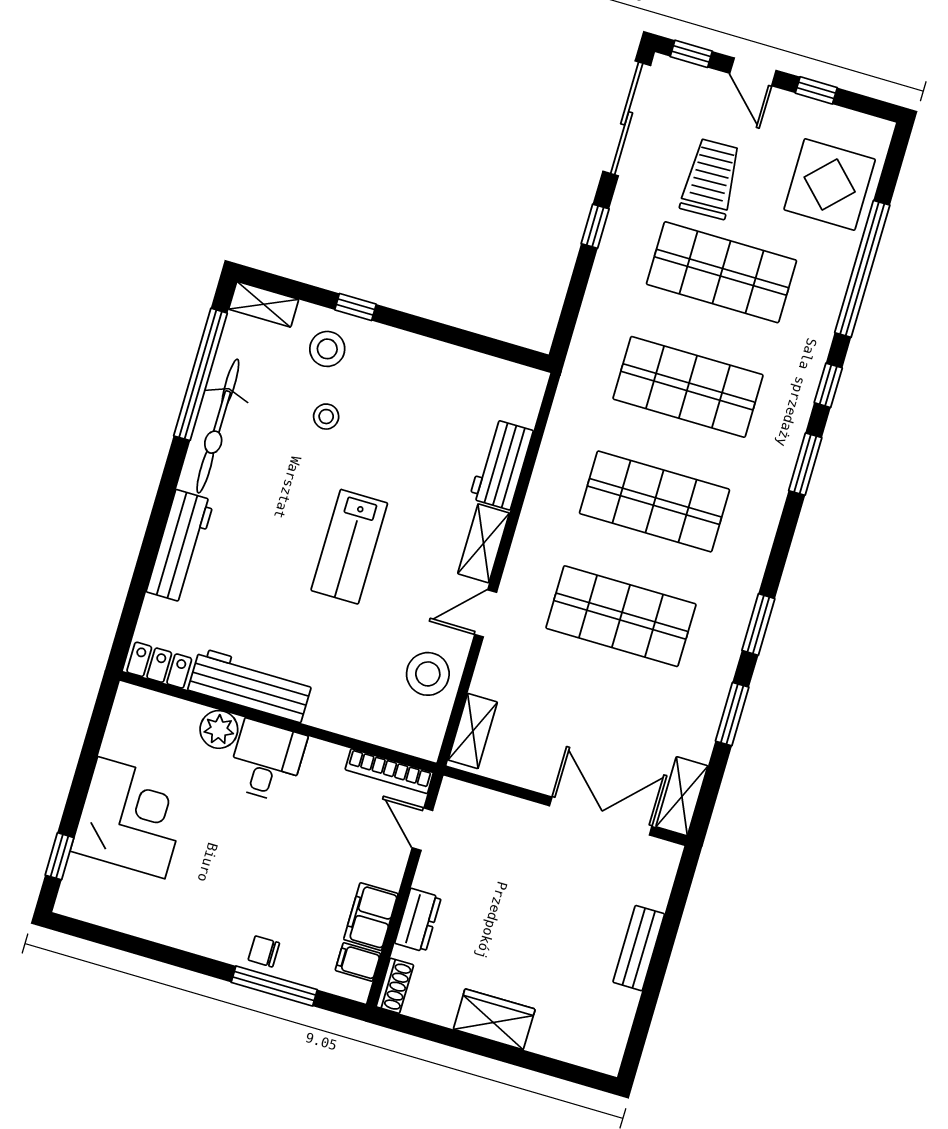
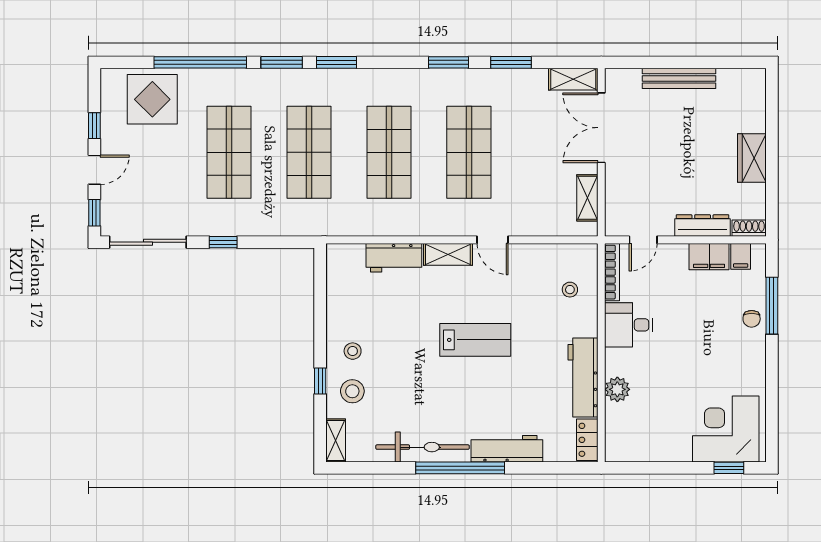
trolley: (711, 179) -> (171, 177), removed
window: (200, 374) -> (460, 468), moved
window: (828, 385) -> (282, 62), width x1.50
stool: (326, 417) -> (353, 351), moved
stool: (428, 674) -> (570, 290), moved, width x0.53, depth x0.53
shelving: (473, 731) -> (587, 198), moved, turned 90
desk: (267, 761) -> (629, 325), moved
corner desk: (131, 818) -> (726, 429), moved
dresser: (418, 920) -> (703, 226), width x1.44
bench: (639, 948) -> (679, 78), width x1.36

